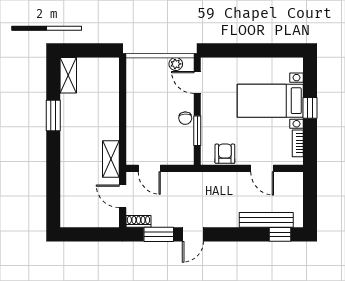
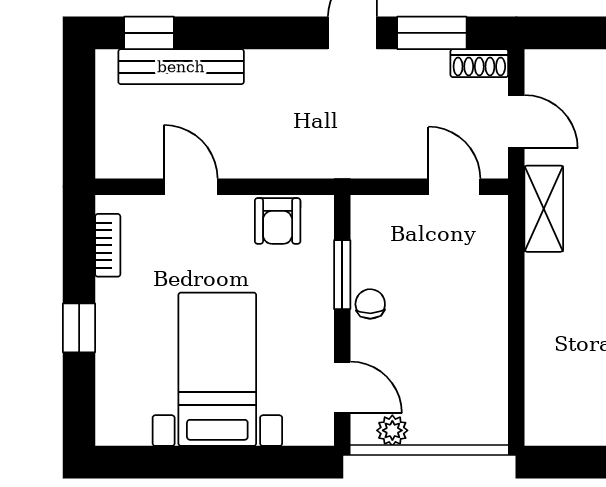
bed with nightstands: (270, 101) -> (217, 369), moved, turned -90

